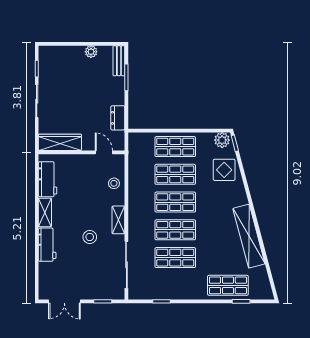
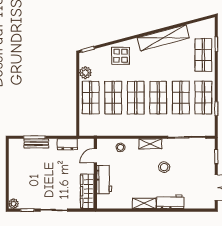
plant: (91, 52) -> (14, 204), moved
bench: (119, 61) -> (36, 143), moved
plant: (222, 140) -> (85, 73), moved
display table: (224, 170) -> (121, 56), moved
workbench: (48, 179) -> (104, 179), moved, turned 90
shop shelf: (175, 285) -> (203, 98), added

